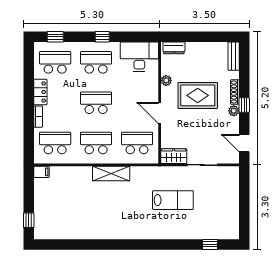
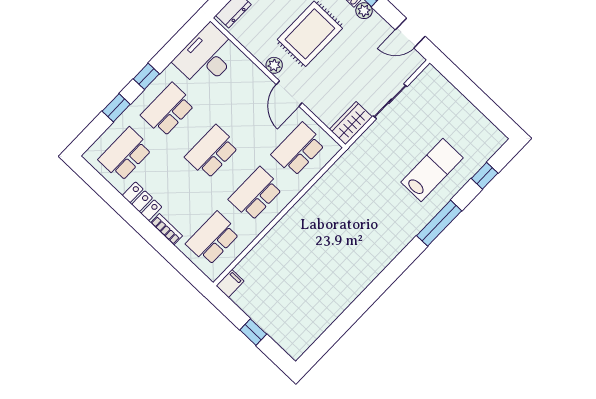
window: (55, 37) -> (116, 108), moved
plant: (166, 80) -> (274, 65), moved
door: (160, 113) -> (289, 94), hinge flipped
shelving: (111, 174) -> (304, 209), removed
lab bench: (173, 200) -> (432, 170), moved
window: (29, 220) -> (253, 332), moved
window: (166, 244) -> (439, 223), added

